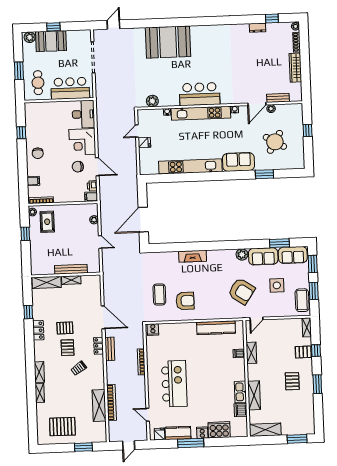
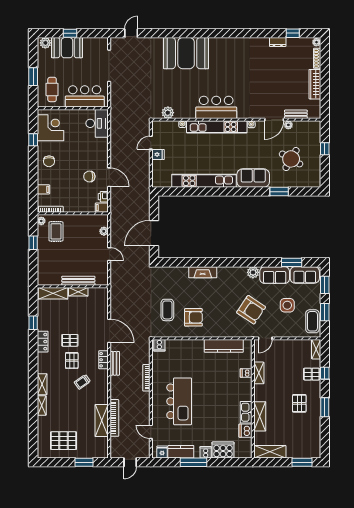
corner desk: (82, 142) -> (50, 128), moved, turned 180

